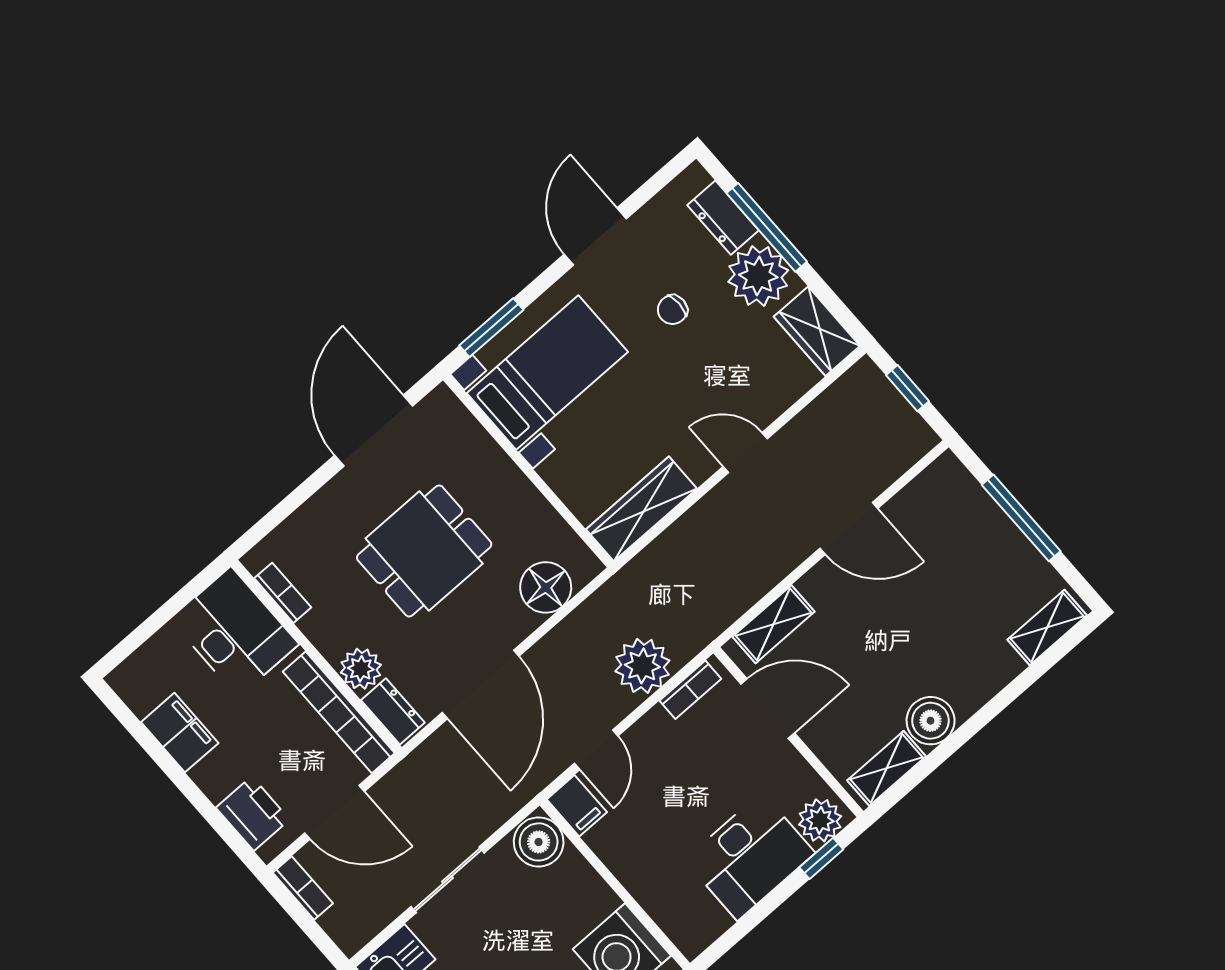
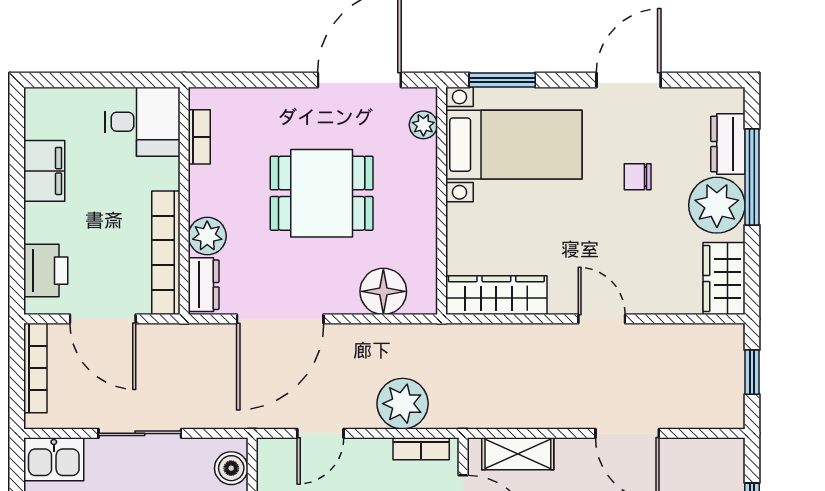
plant: (459, 421) -> (423, 125), added
desk: (234, 632) -> (143, 122), width x0.73
filing cabinet: (577, 806) -> (273, 460), removed
boiler: (539, 842) -> (231, 468), width x0.73, depth x0.73
bookcase: (303, 888) -> (35, 368), width x1.56

